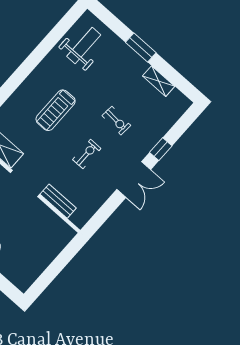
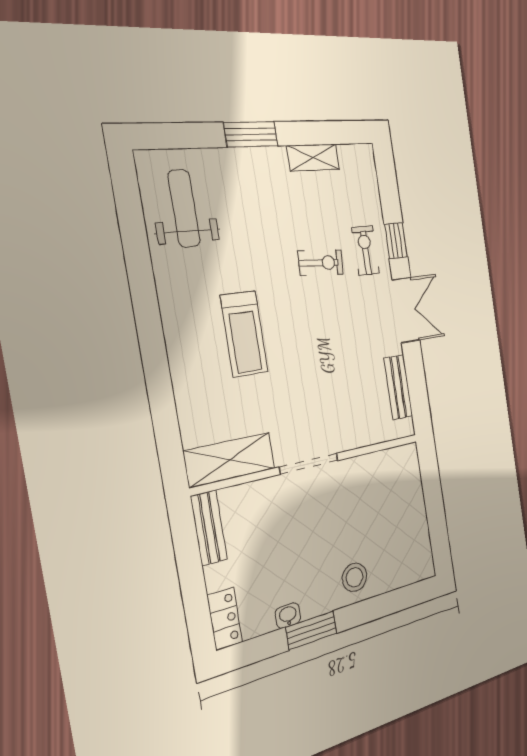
exercise bike: (87, 154) -> (366, 251), moved
bench: (58, 201) -> (398, 387), moved, turned 90

